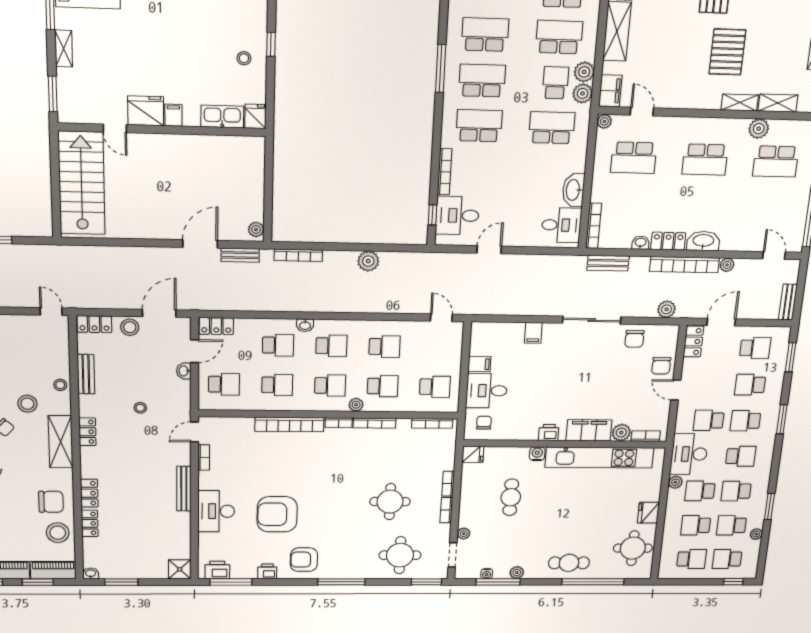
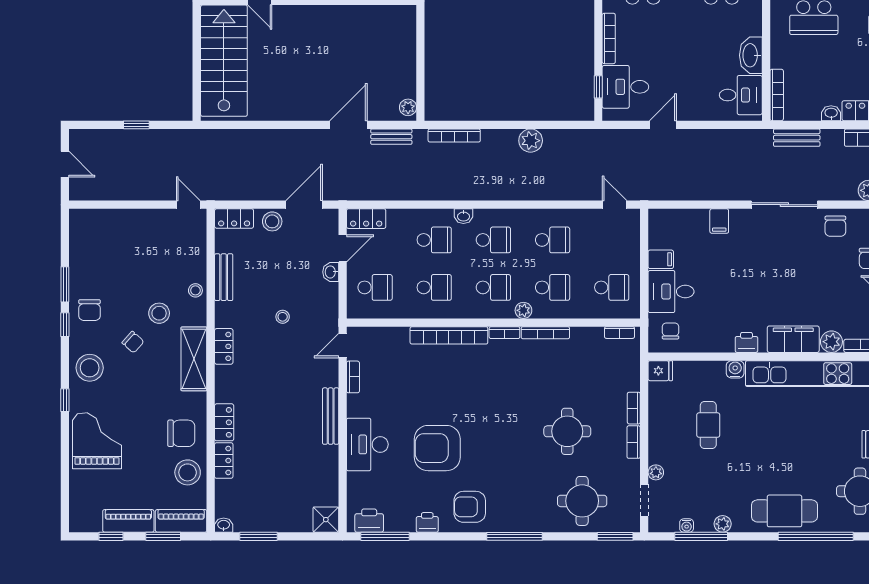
bookcase: (432, 424) -> (620, 333), width x0.64
cafe table: (569, 563) -> (784, 511), width x1.37, depth x1.35

